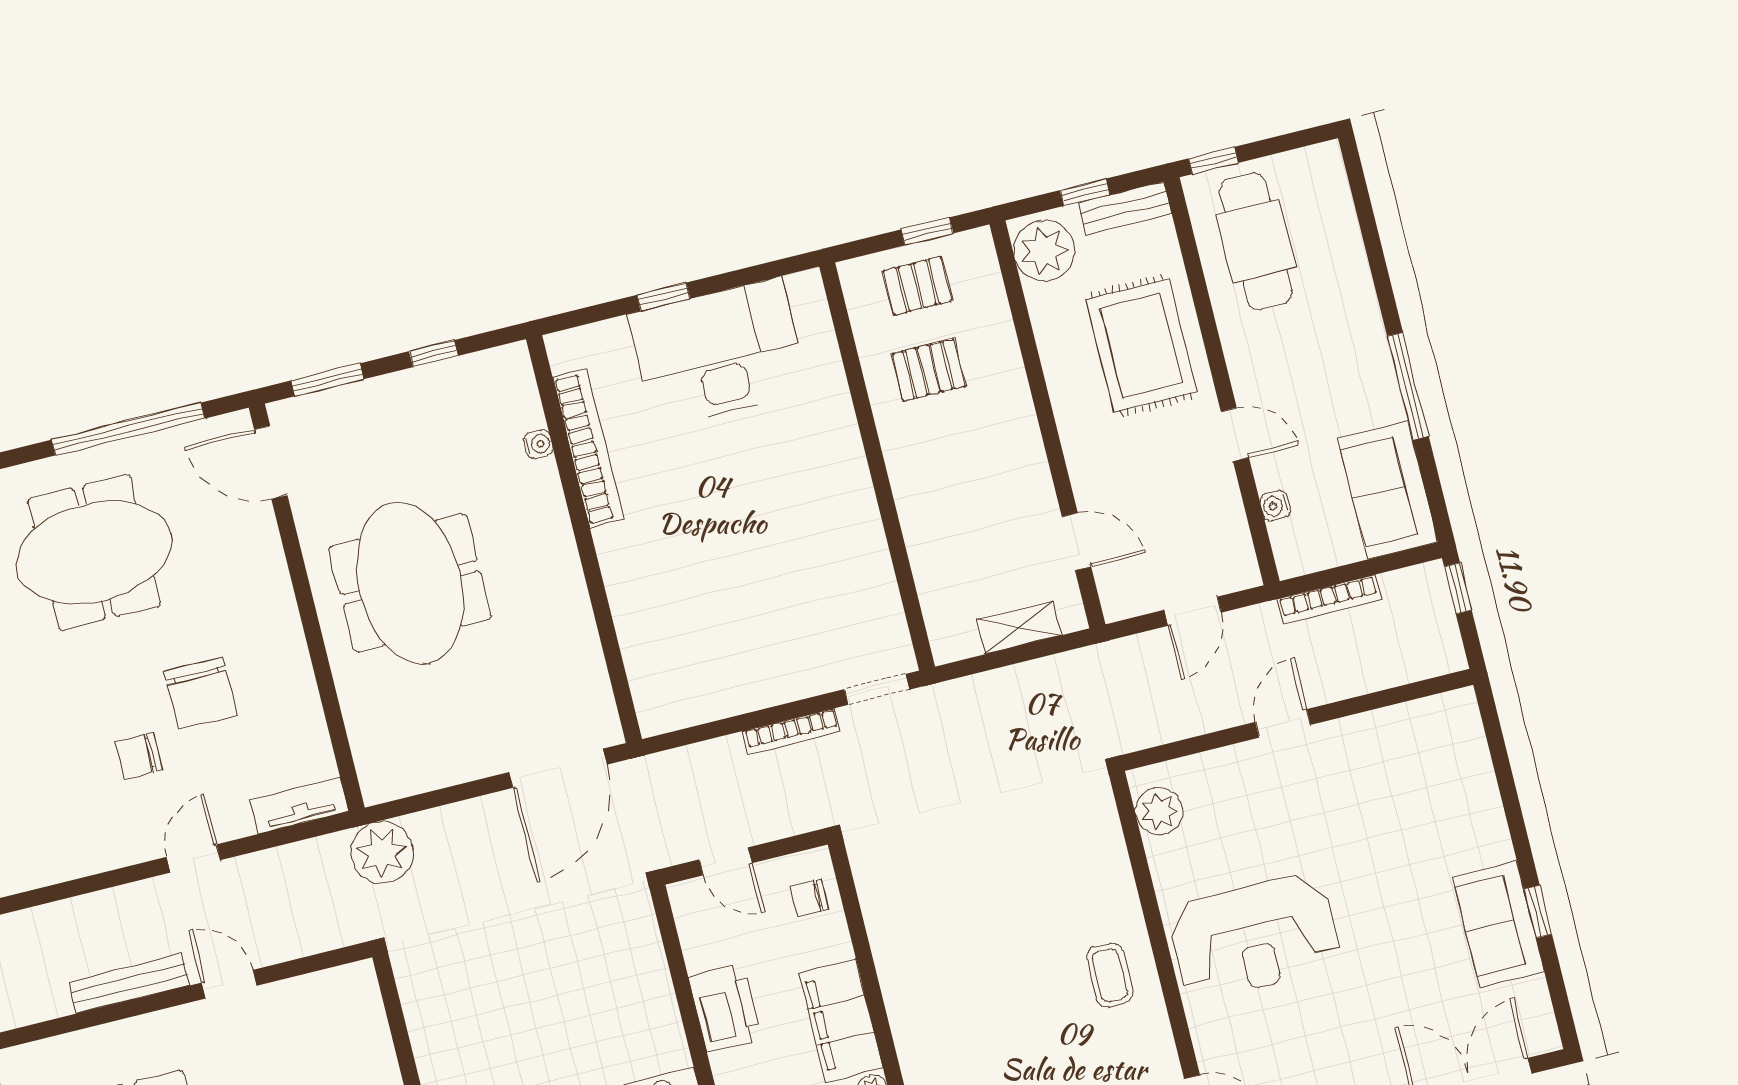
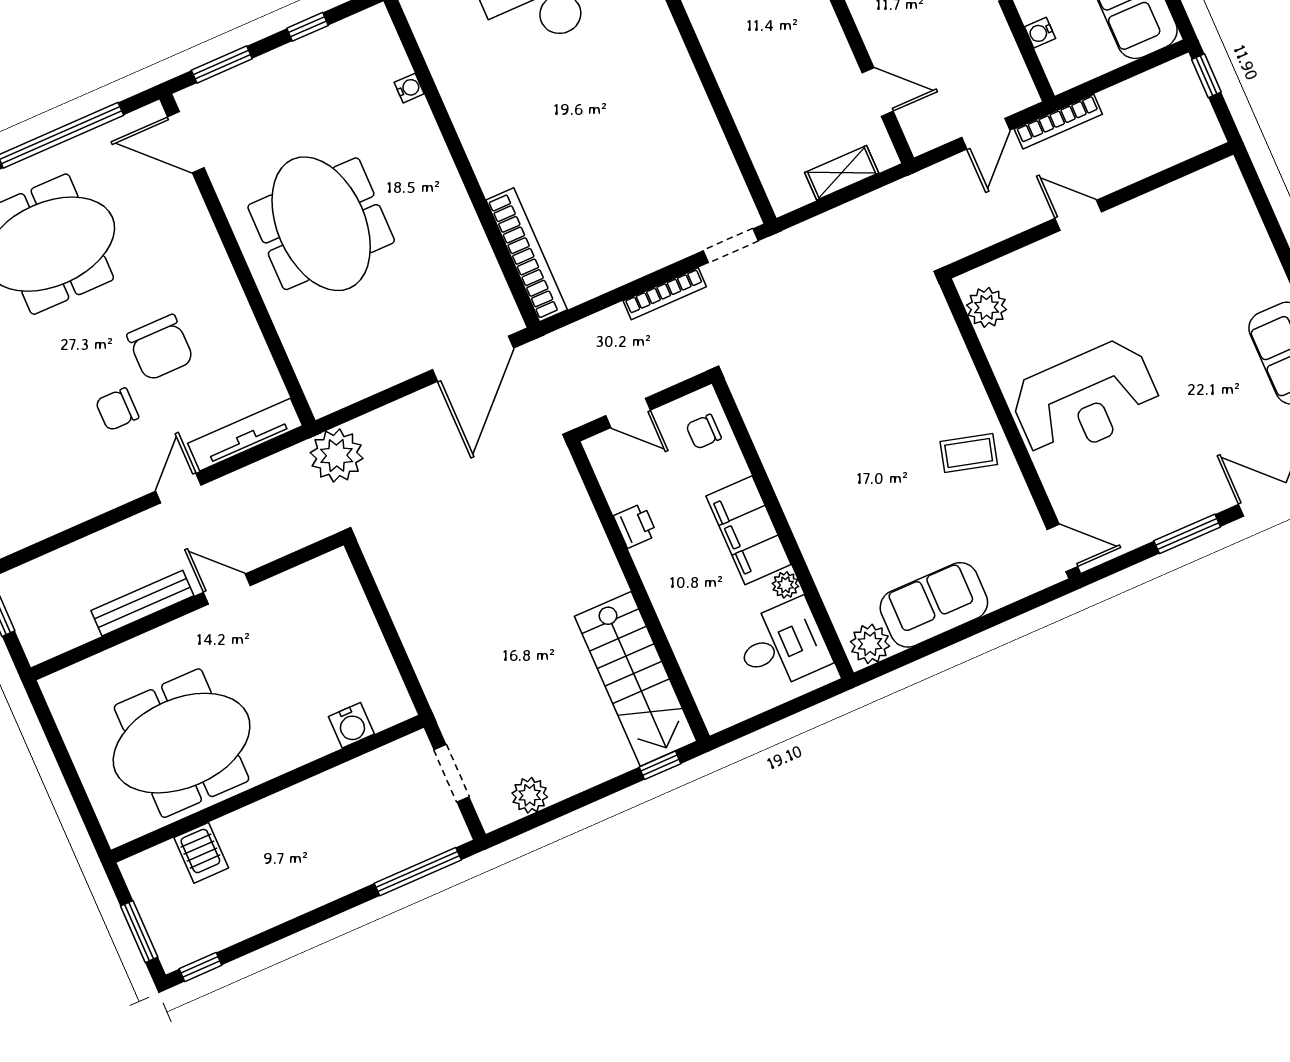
bookcase: (588, 448) -> (527, 255), moved
bookcase: (1329, 599) -> (1058, 122), moved
door: (1283, 723) -> (1078, 215), hinge flipped
tv unit: (299, 806) -> (245, 435), width x1.41
coffee table: (1110, 975) -> (969, 453), turned -75
printer: (725, 1008) -> (635, 526), width x0.53, depth x0.68

